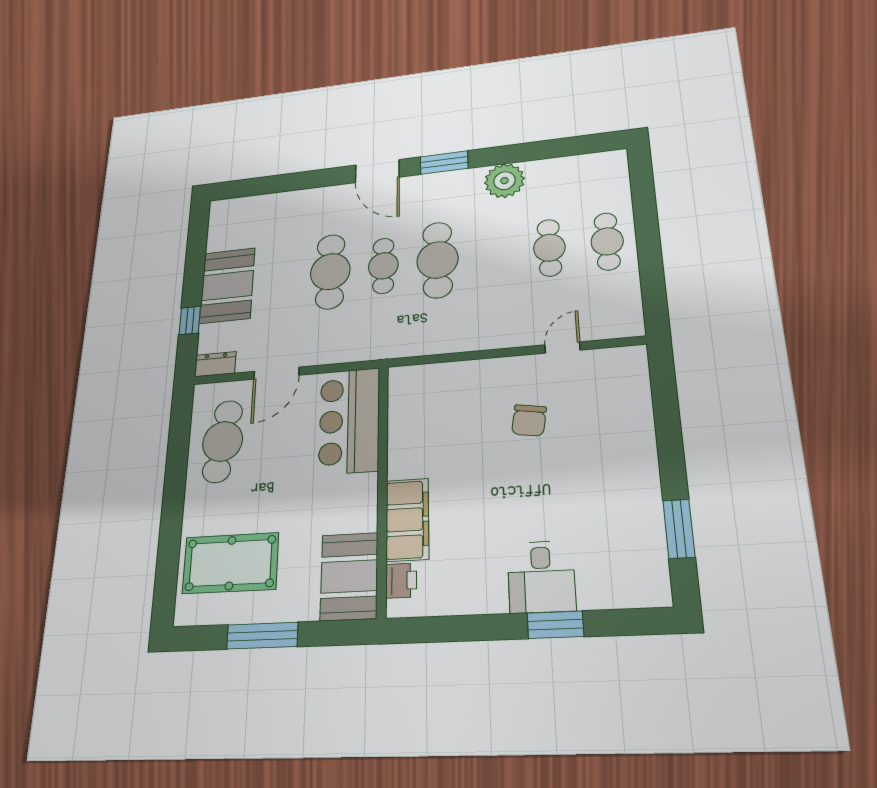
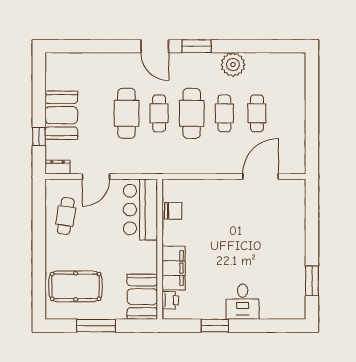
cafe table: (607, 241) -> (224, 113), moved
door: (562, 348) -> (261, 177), width x1.87
chair: (529, 420) -> (173, 211), moved, turned -99
cafe table: (223, 441) -> (66, 216), width x0.73, depth x0.74
window: (555, 625) -> (215, 326), moved

